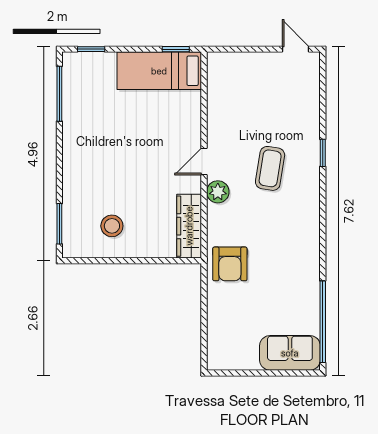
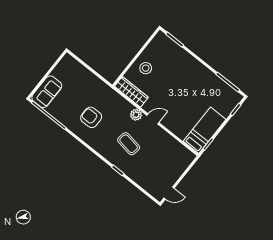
door: (204, 162) -> (153, 119), hinge flipped
stool: (112, 226) -> (146, 68), moved
armchair: (230, 264) -> (91, 117), moved

